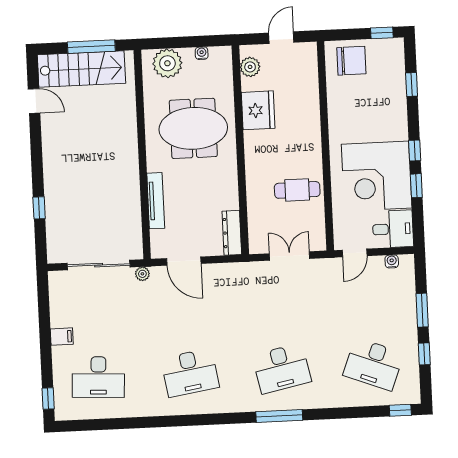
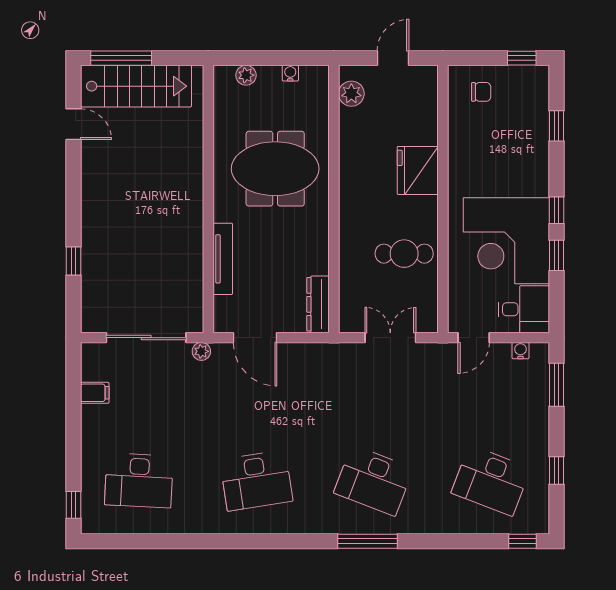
window: (91, 47) -> (121, 58), moved
chair: (351, 61) -> (481, 92), width x0.54, depth x0.54
plant: (167, 63) -> (246, 75), width x0.53, depth x0.53
fridge: (258, 110) -> (418, 170), moved, turned 180
window: (422, 310) -> (556, 385), moved
filing cabinet: (62, 337) -> (95, 393), moved
desk: (282, 368) -> (374, 481), turned 33

